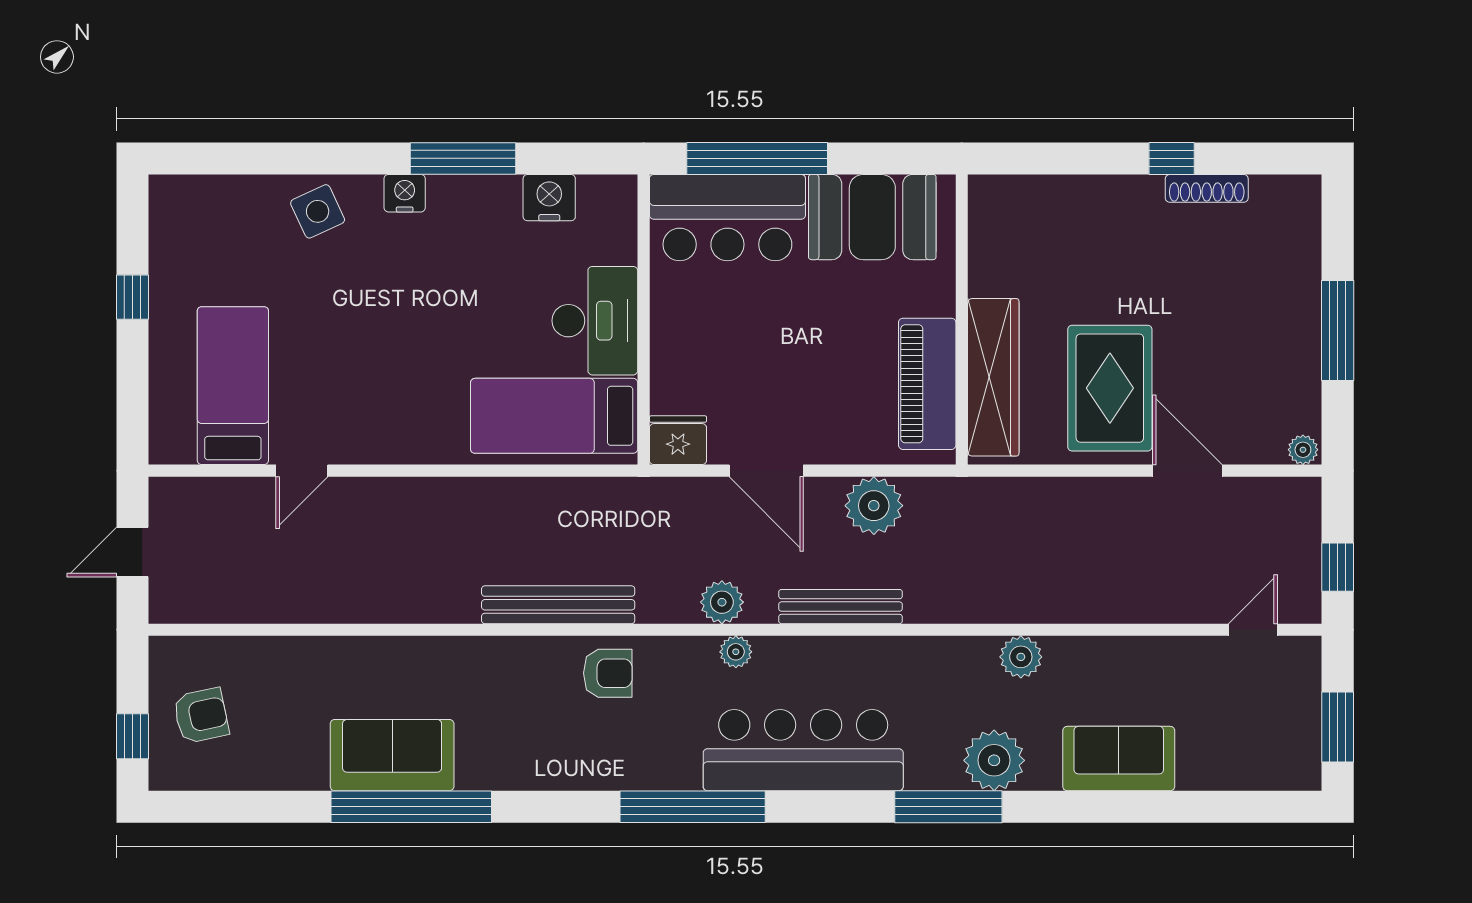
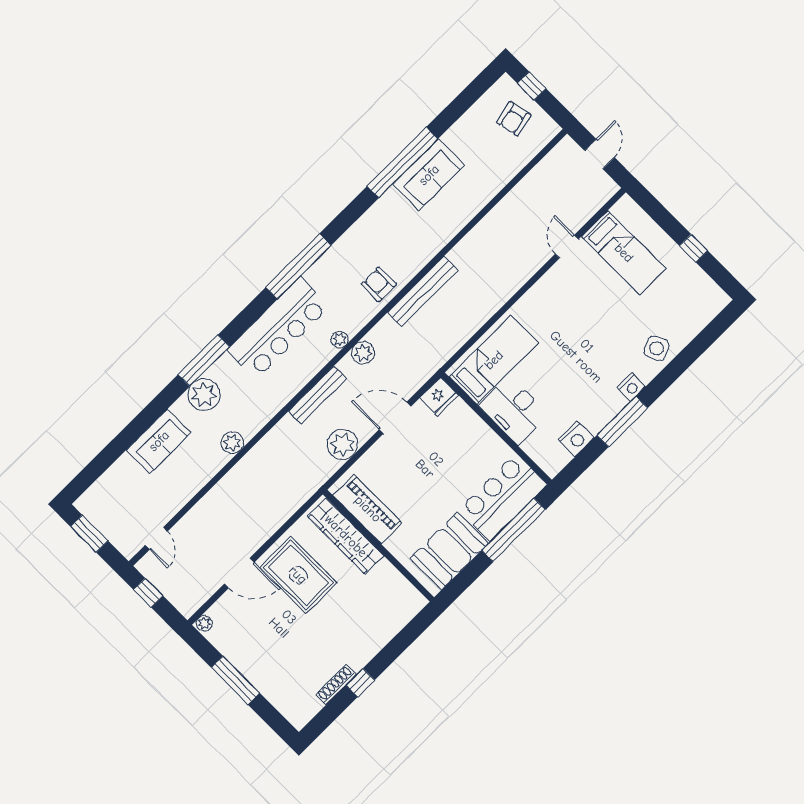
armchair: (608, 673) -> (379, 284), turned 90

